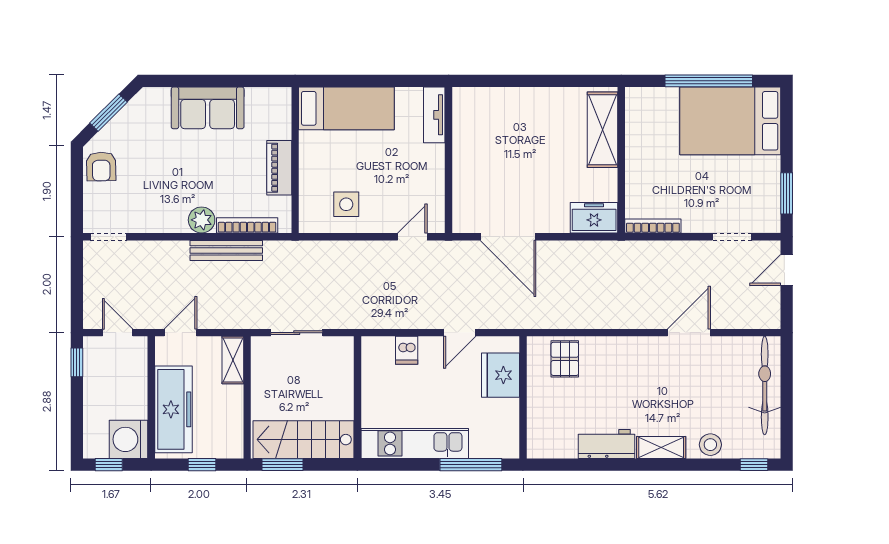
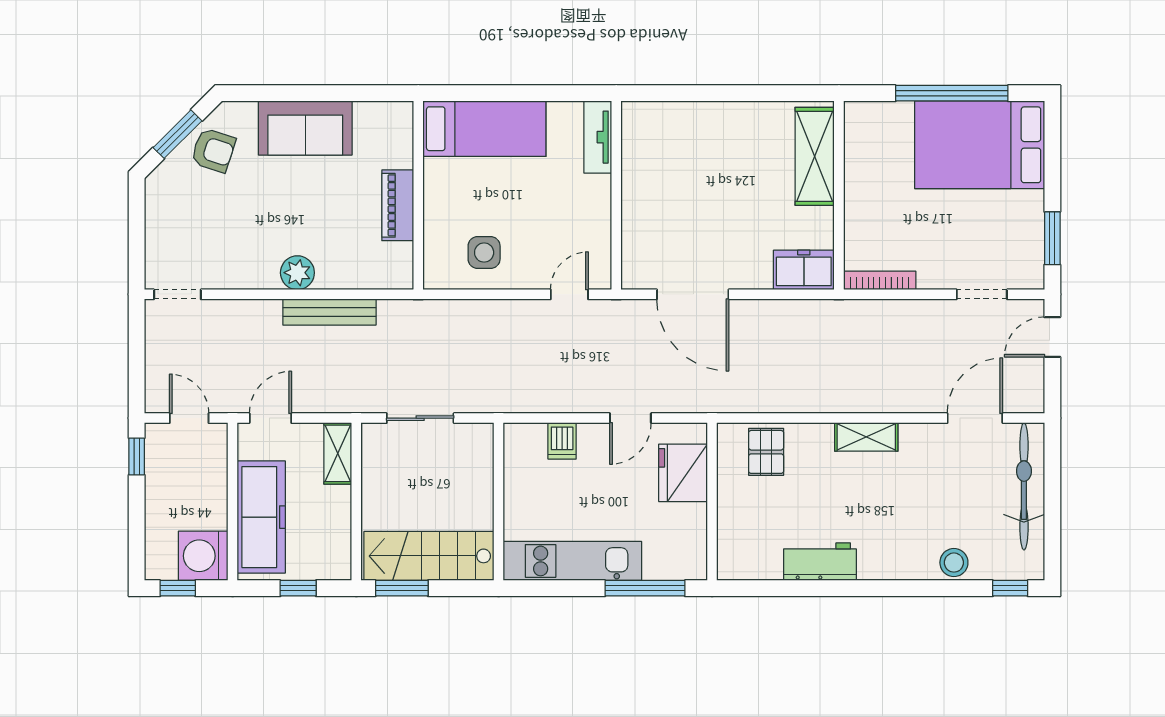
armchair: (101, 167) -> (213, 150), moved, turned -71
bookcase: (247, 225) -> (356, 280), removed
door: (689, 333) -> (975, 418), moved
shelving: (661, 448) -> (866, 437), moved

